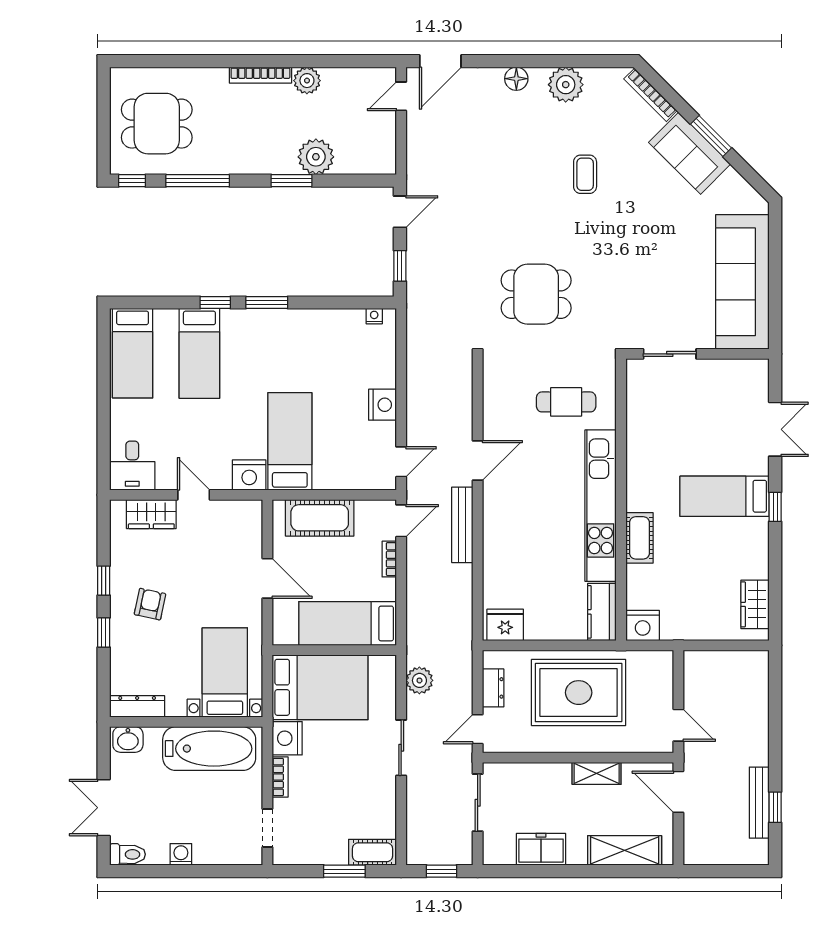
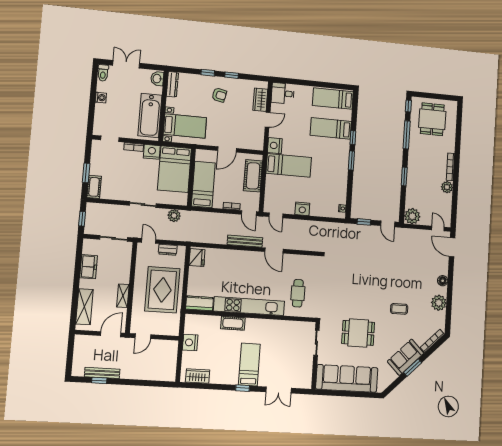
plant: (316, 157) -> (412, 216), moved
dining table: (536, 294) -> (358, 333), moved, turned 90
nightstand: (643, 625) -> (190, 342), moved

